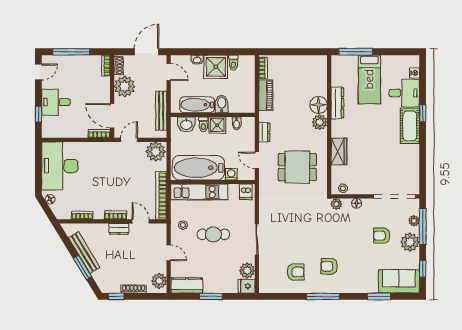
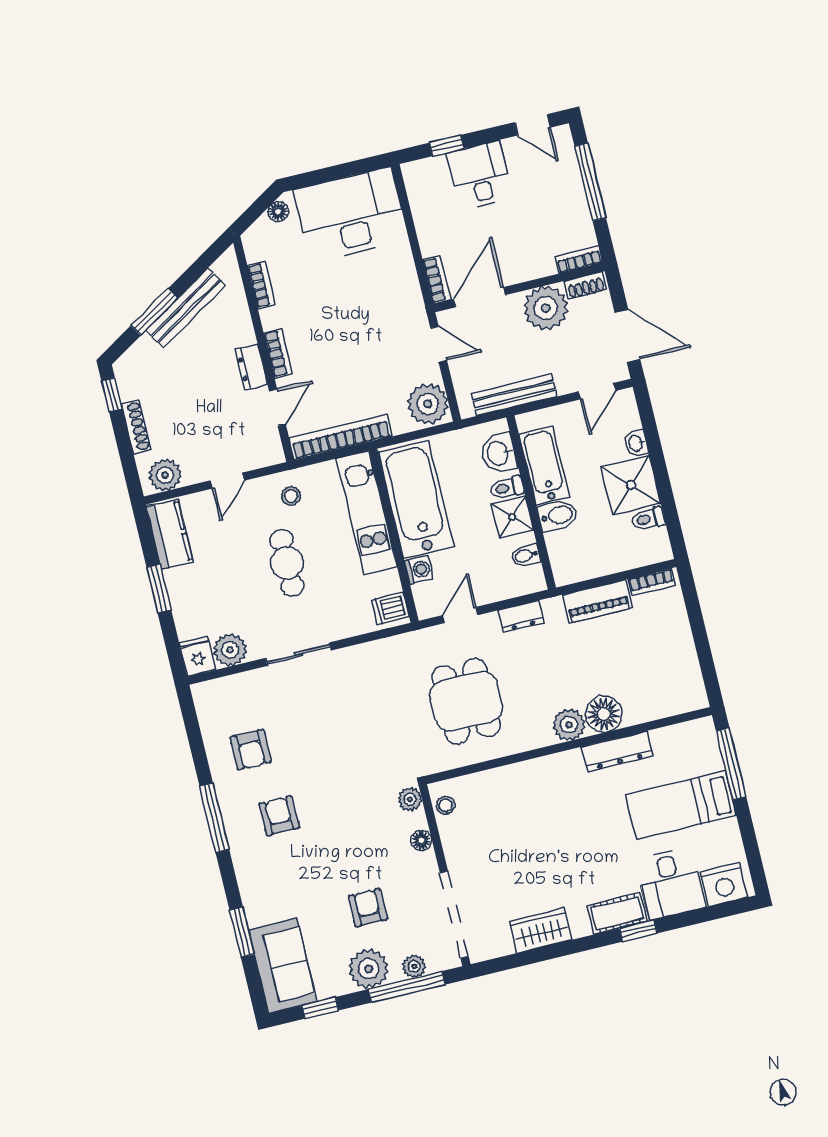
nightstand: (415, 73) -> (724, 884), width x1.89, depth x1.79
cot: (410, 126) -> (617, 913), width x0.73, depth x0.75
wardrobe: (339, 151) -> (541, 930), moved, turned 180

